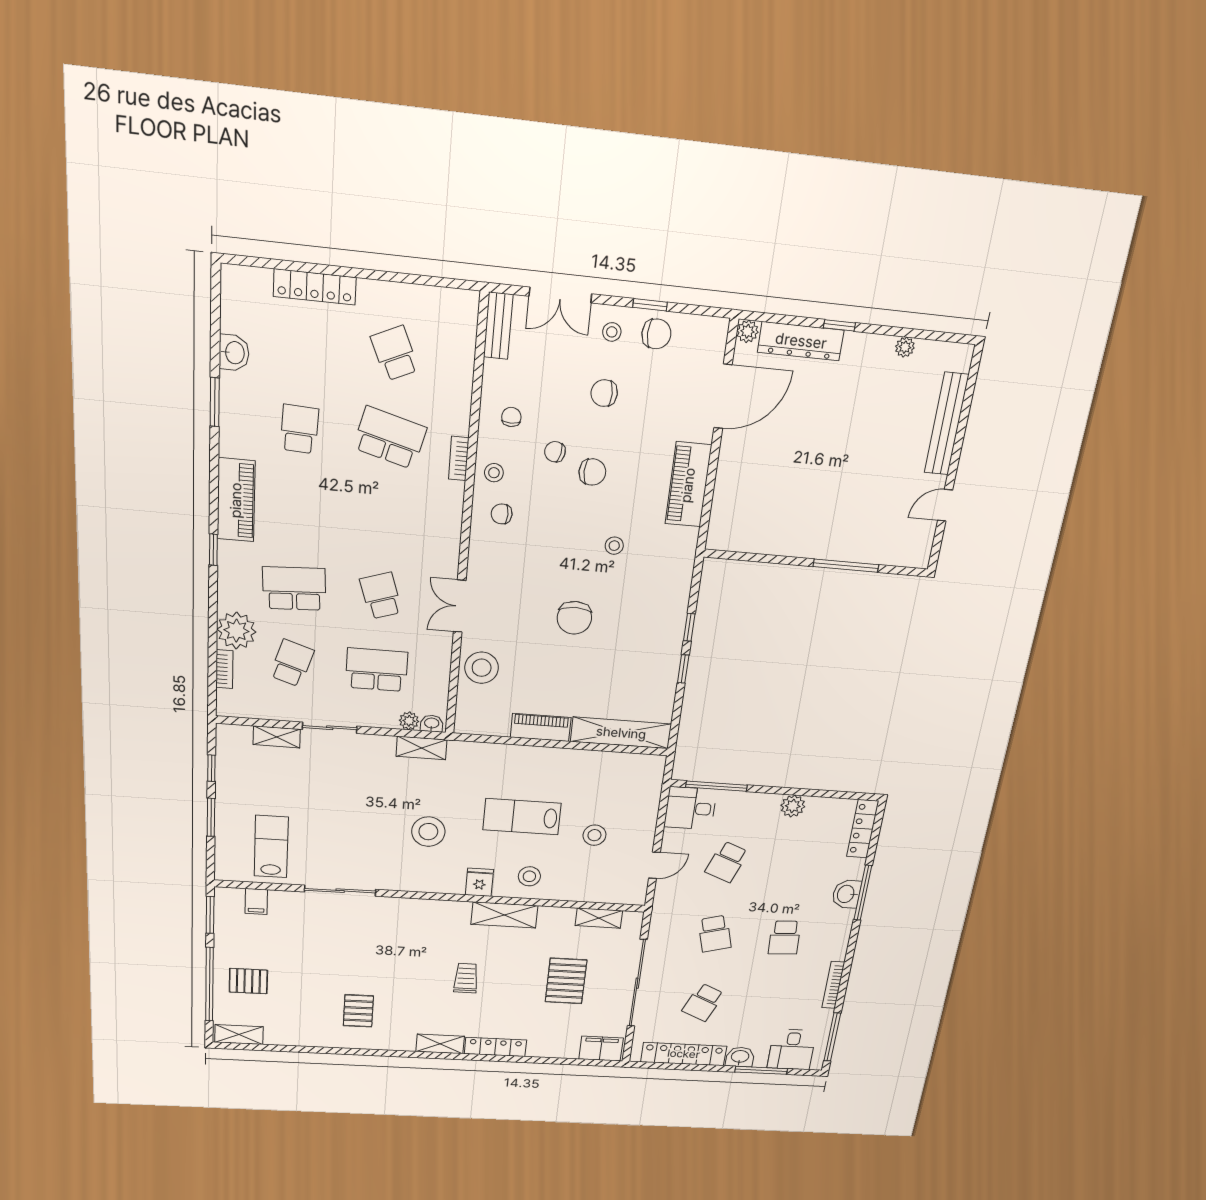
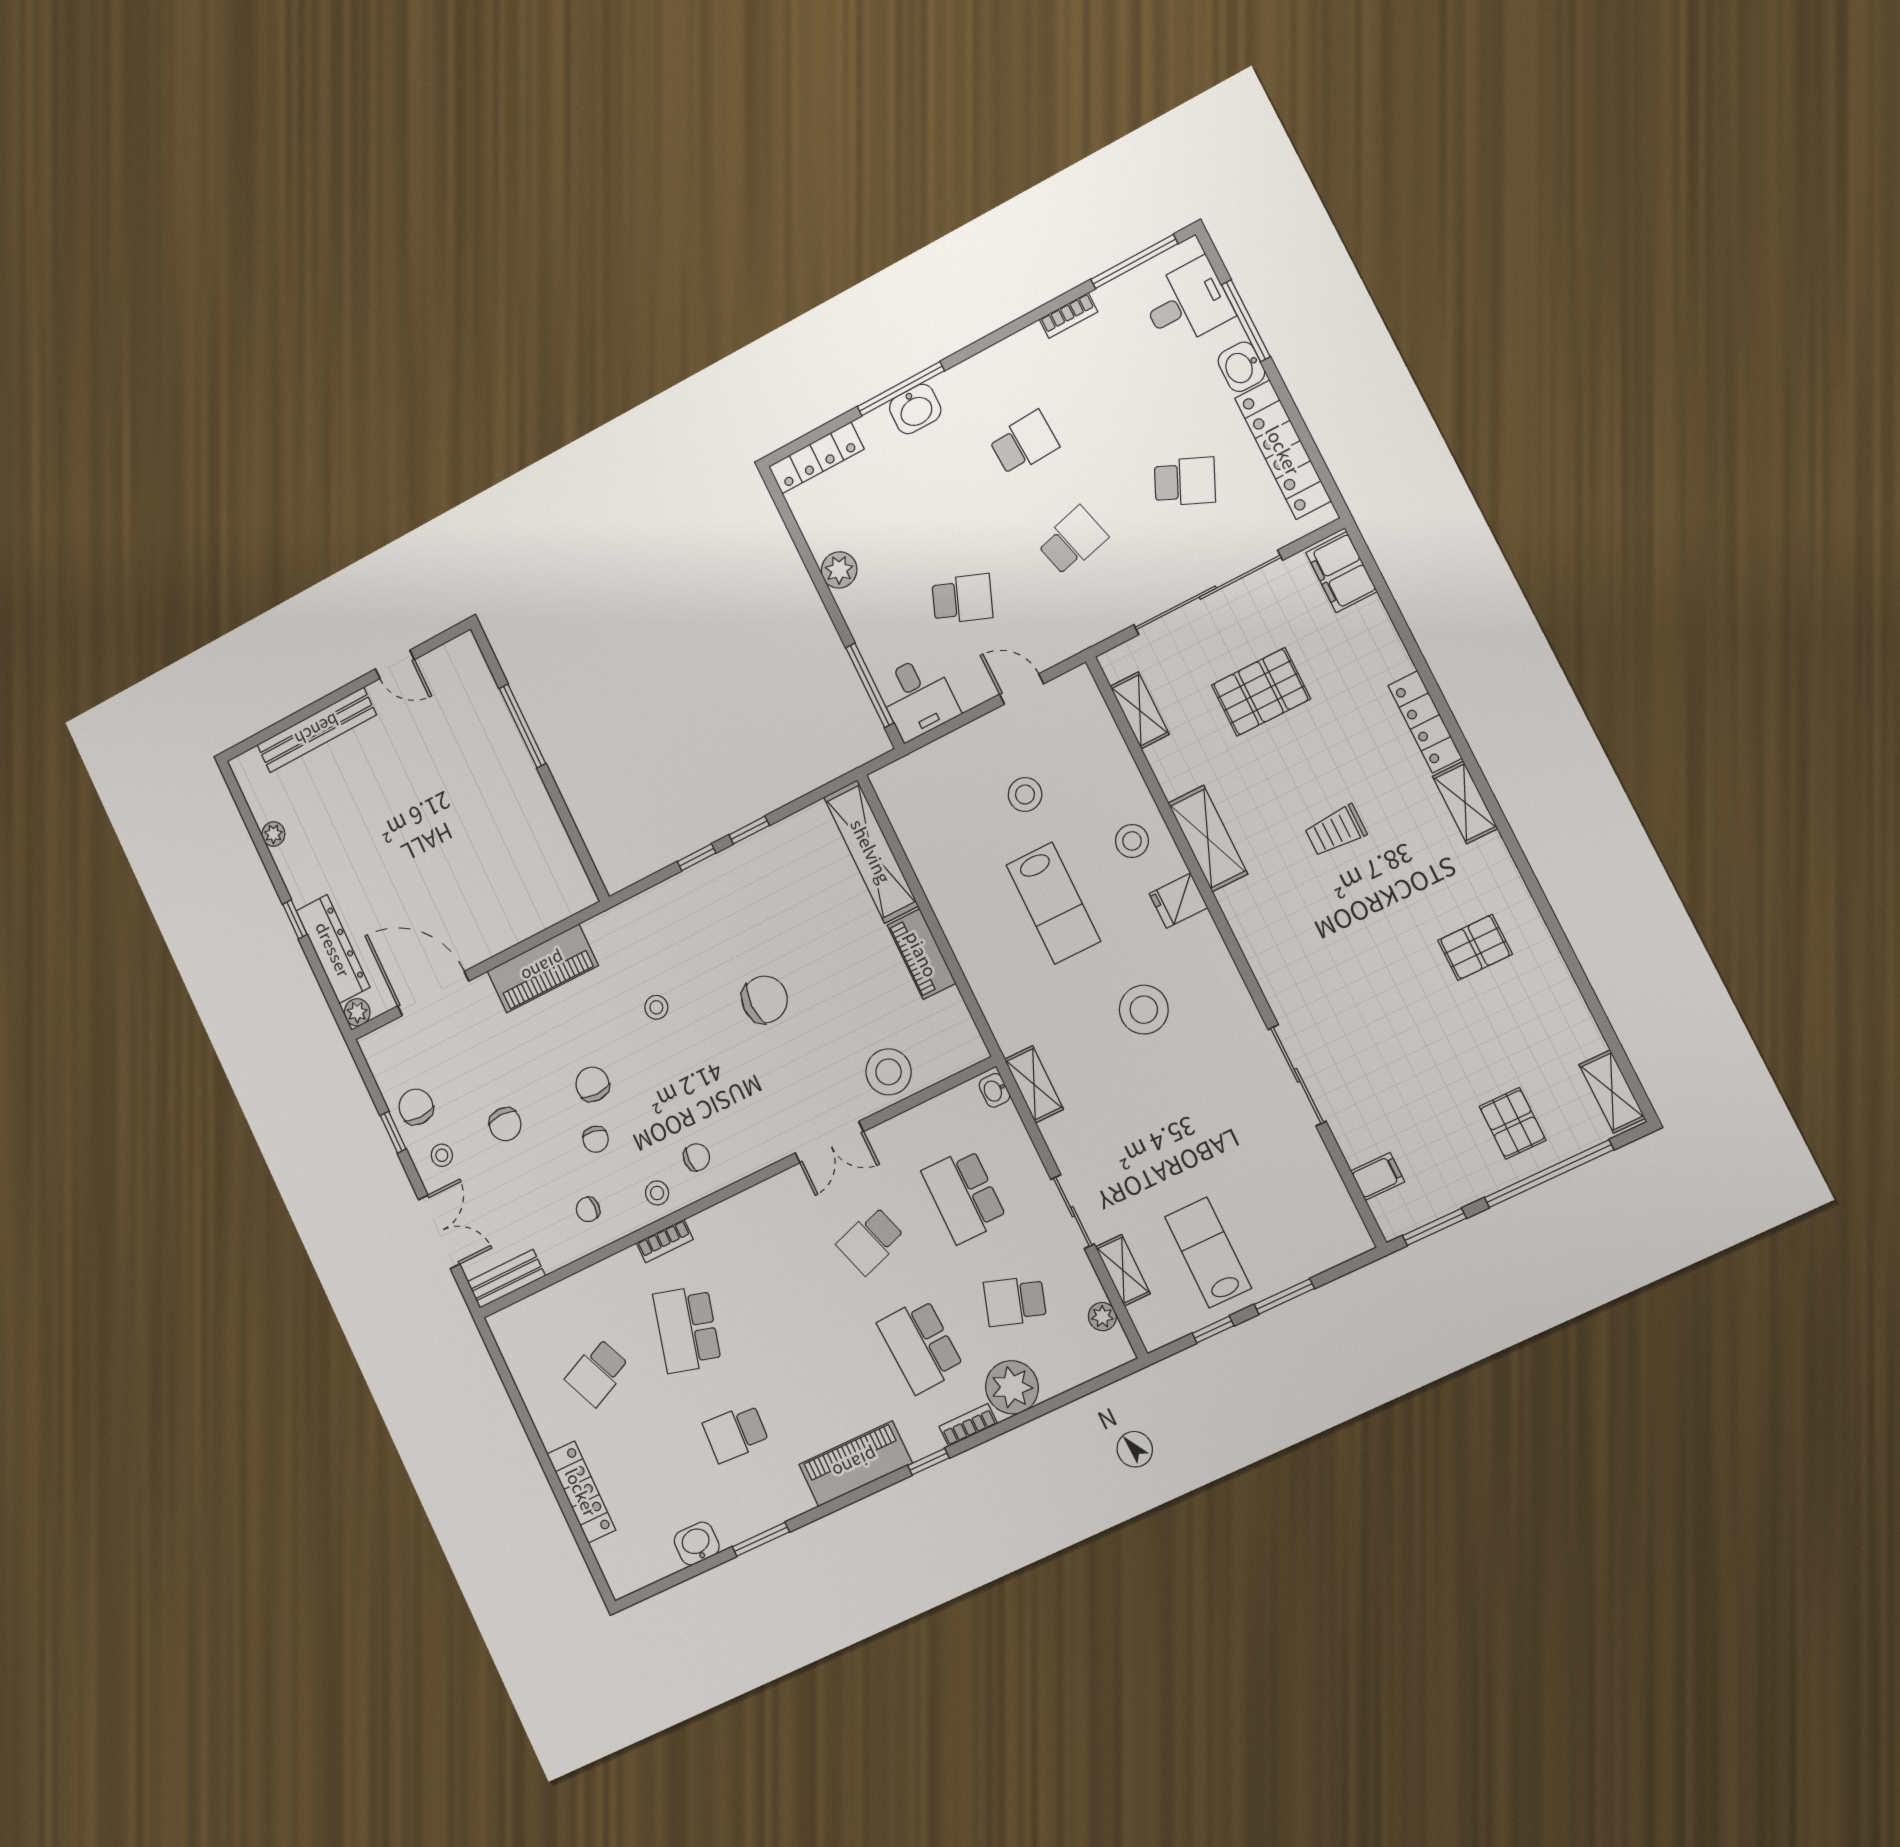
chair: (502, 514) -> (697, 1157), turned -90
bookcase: (224, 669) -> (968, 1425), moved
plant: (409, 721) -> (1102, 1317), moved
lab bench: (271, 847) -> (1208, 1252), moved, turned 90
bookcase: (833, 985) -> (1068, 315), width x0.64

